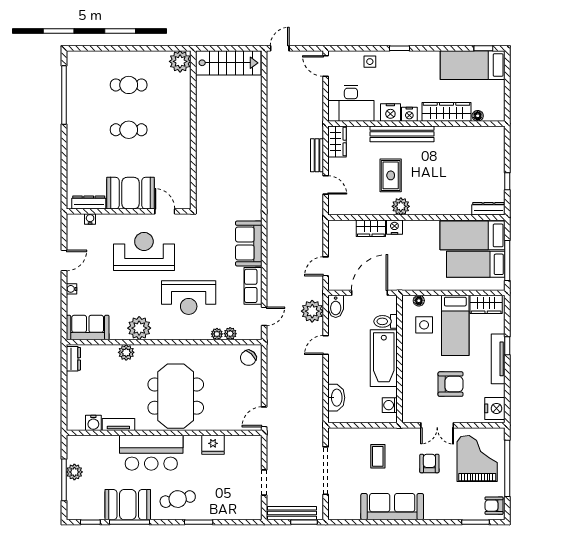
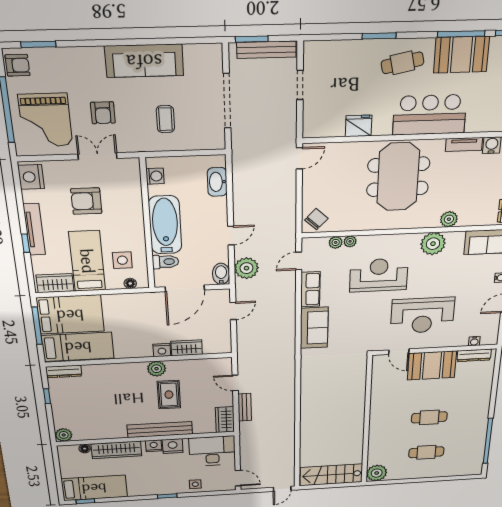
plant: (496, 134) -> (64, 435), added
bed: (476, 264) -> (70, 315), width x1.50

